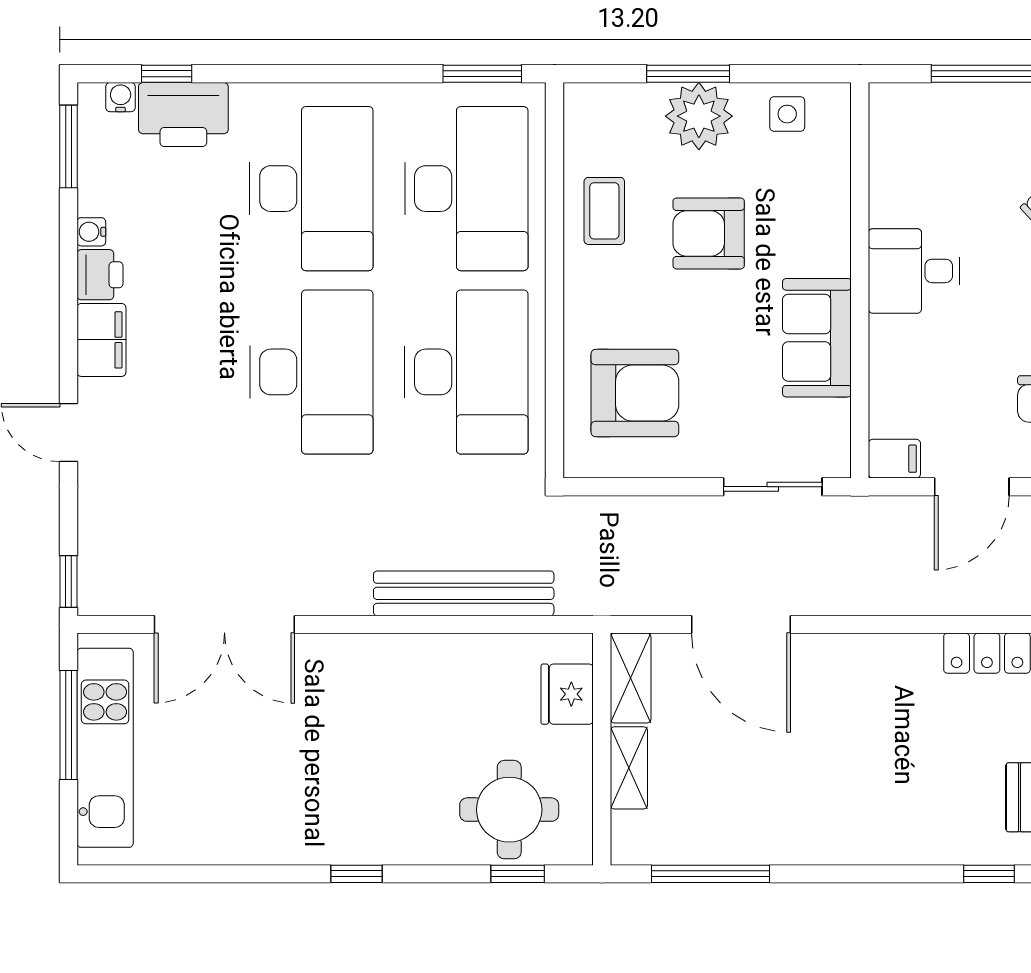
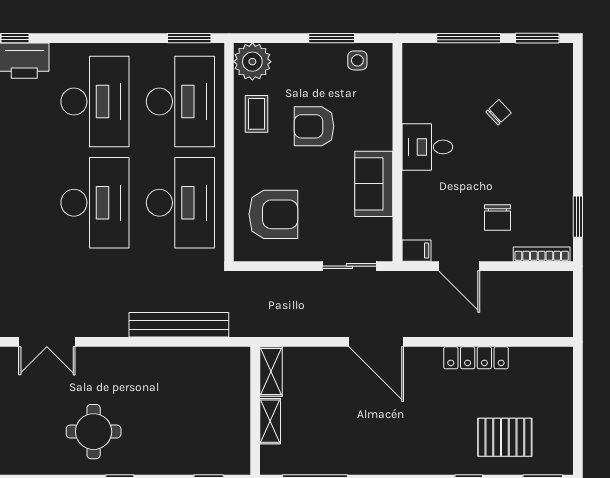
window: (688, 74) -> (332, 38), moved
plant: (699, 116) -> (252, 62), moved
door: (972, 487) -> (459, 266), hinge flipped
double door: (224, 624) -> (47, 342), width x0.73
door: (741, 624) -> (376, 342), moved
fridge: (567, 694) -> (236, 380), removed
round table: (509, 810) -> (94, 432), moved

